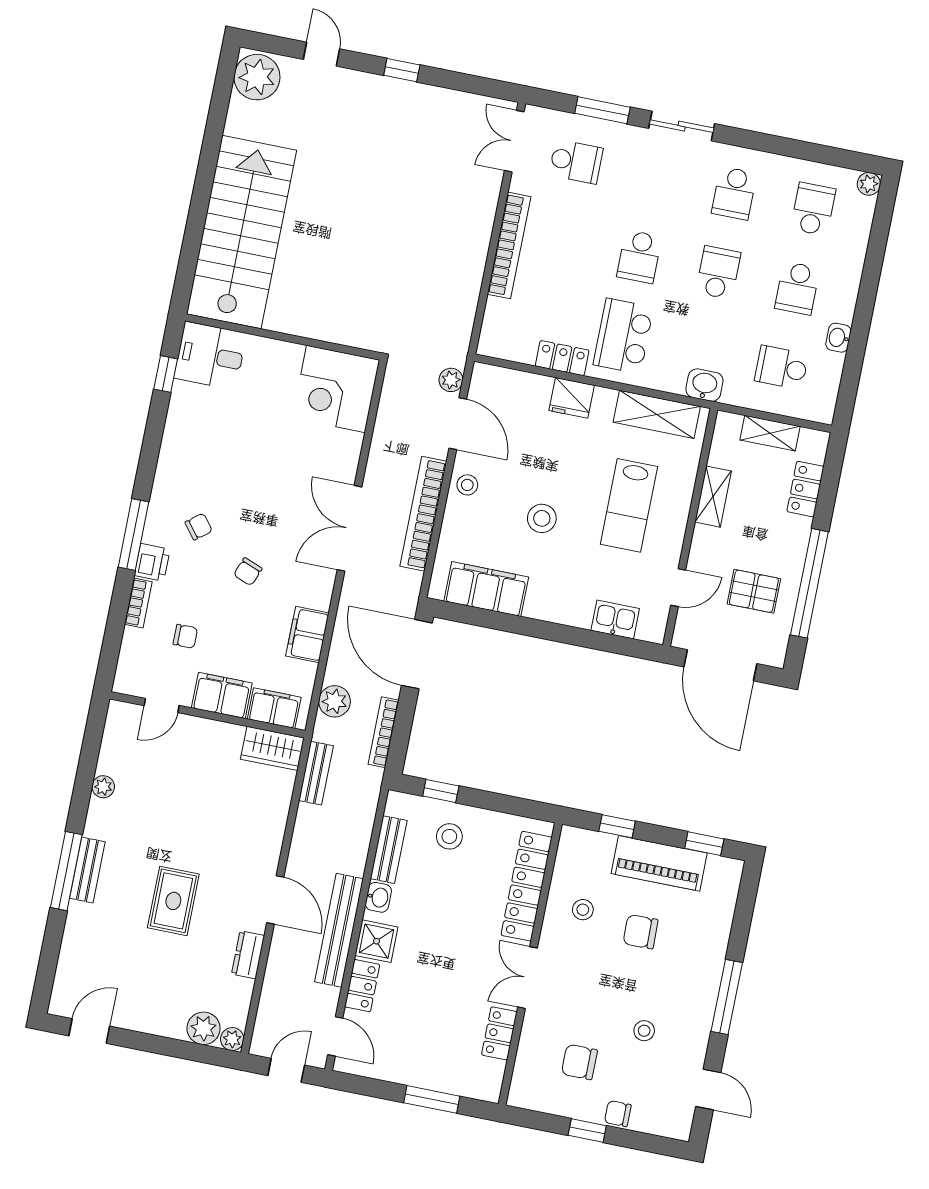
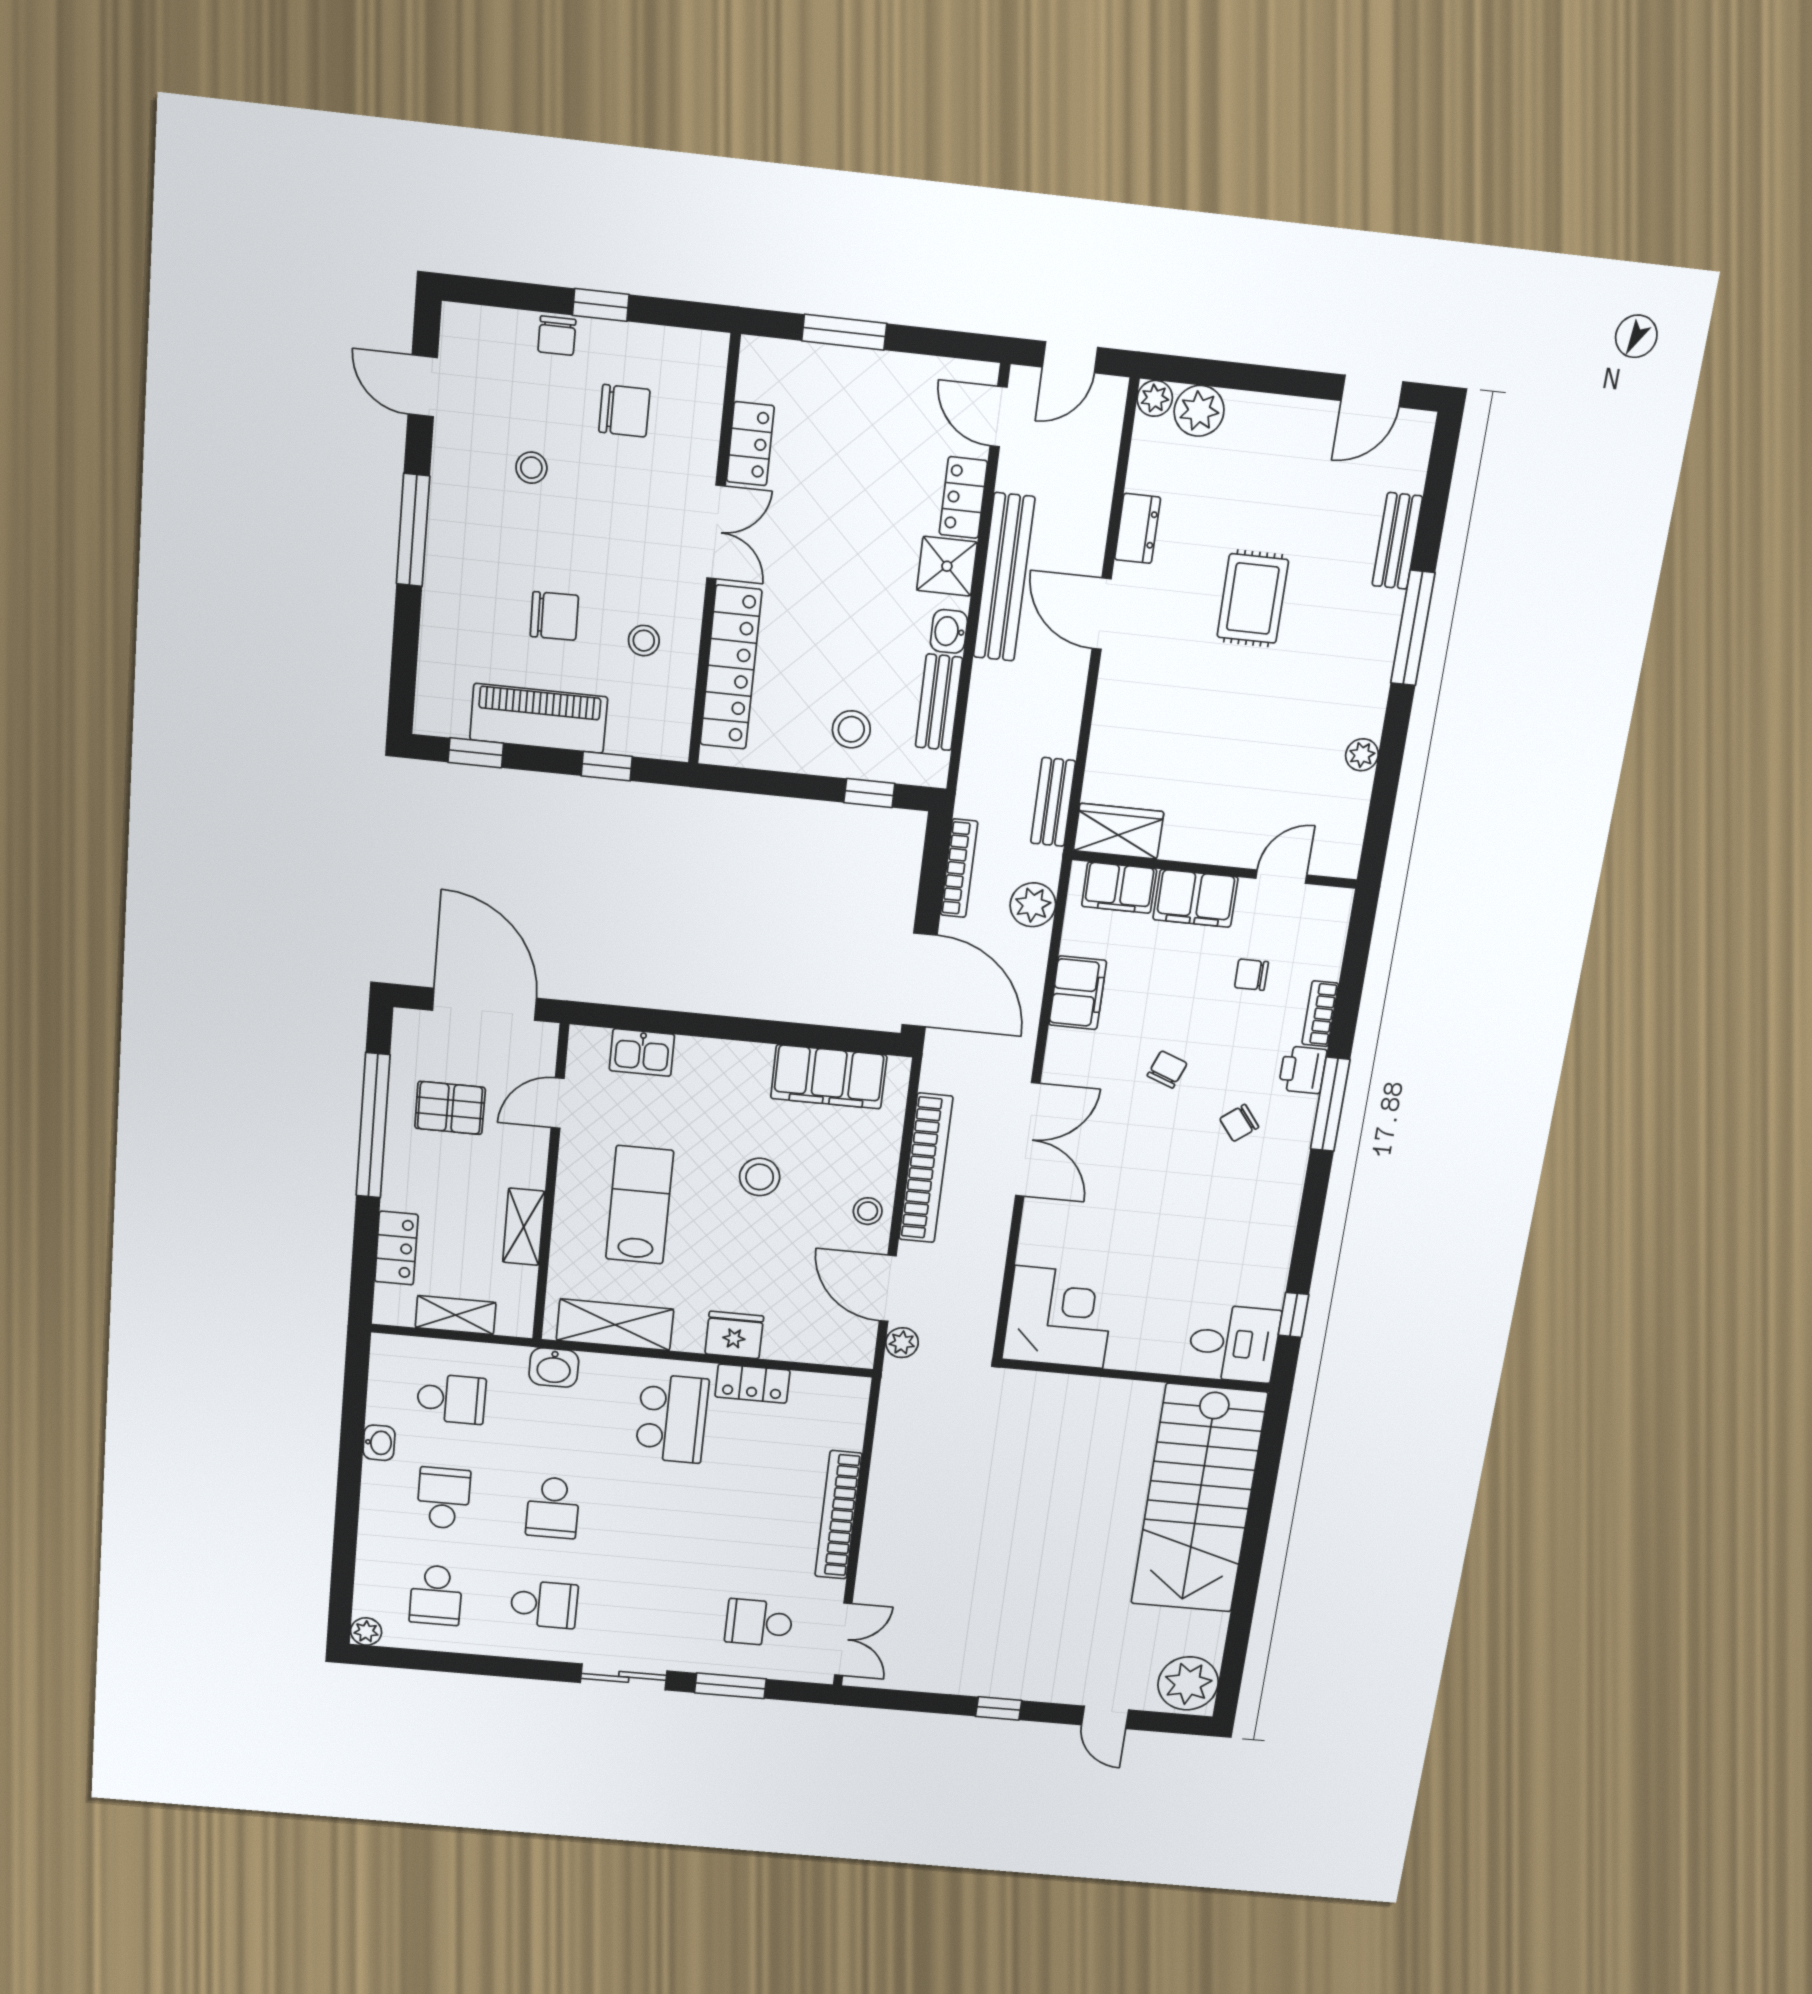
school desk: (734, 193) -> (544, 1604), turned 90
school desk: (639, 257) -> (662, 1517), removed
bench: (87, 870) -> (1397, 541), moved
chair: (618, 1114) -> (557, 336), turned 90

